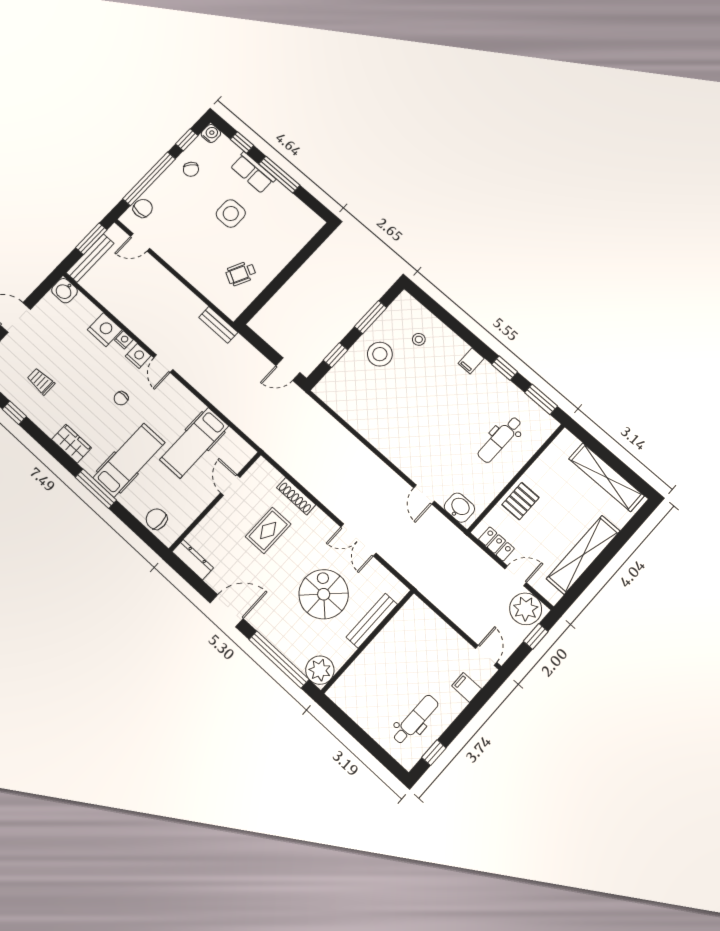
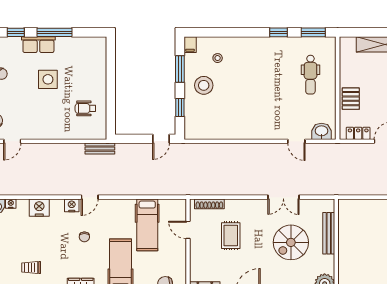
wheelchair: (241, 273) -> (85, 108), turned 63
nightstand: (124, 340) -> (11, 204), moved
filing cabinet: (471, 361) -> (190, 45), moved
door: (163, 364) -> (90, 197), hinge flipped
shoe rack: (296, 496) -> (209, 204), moved
spiral stairs: (324, 594) -> (291, 242), turned -90

